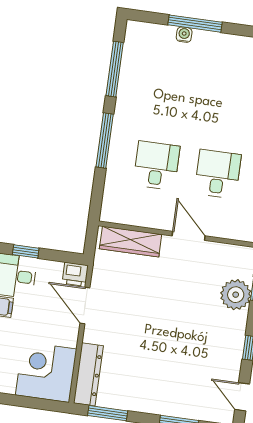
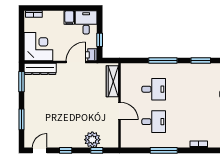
window: (115, 69) -> (201, 60), width x0.69
door: (189, 236) -> (119, 111), hinge flipped
window: (26, 251) -> (100, 40), moved

